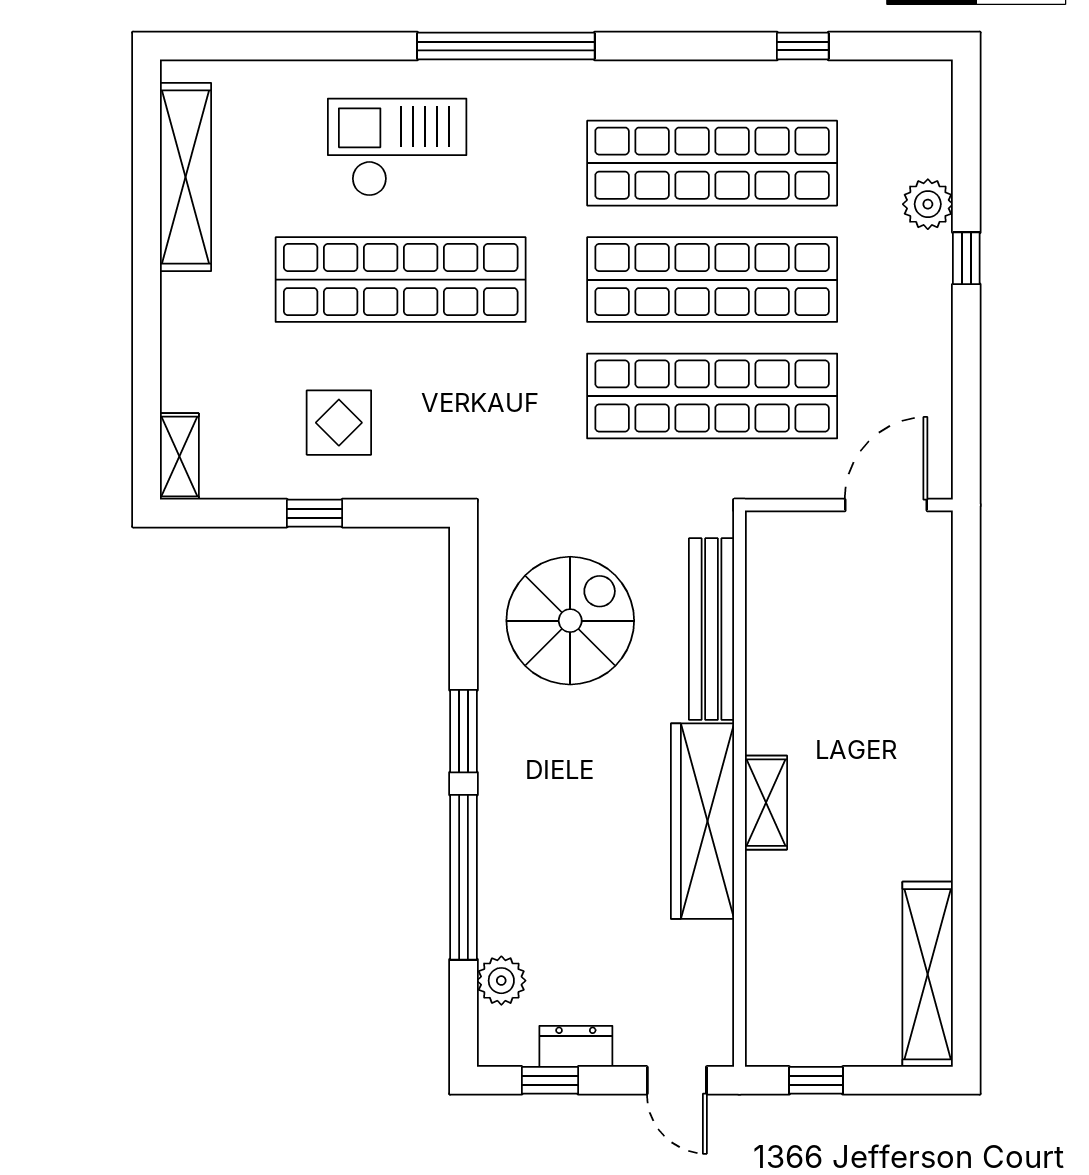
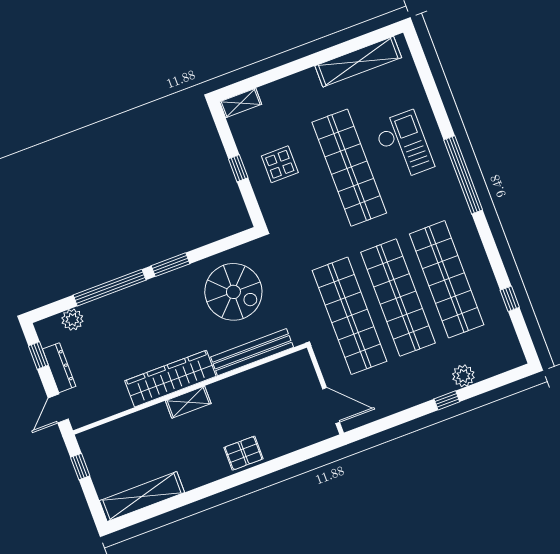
pallet: (917, 727) -> (244, 453), added
dresser: (576, 1046) -> (59, 368), width x1.44

